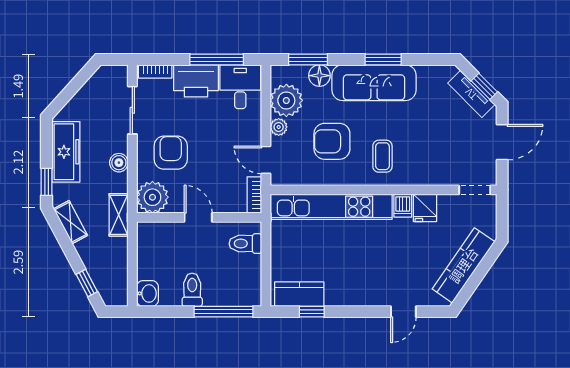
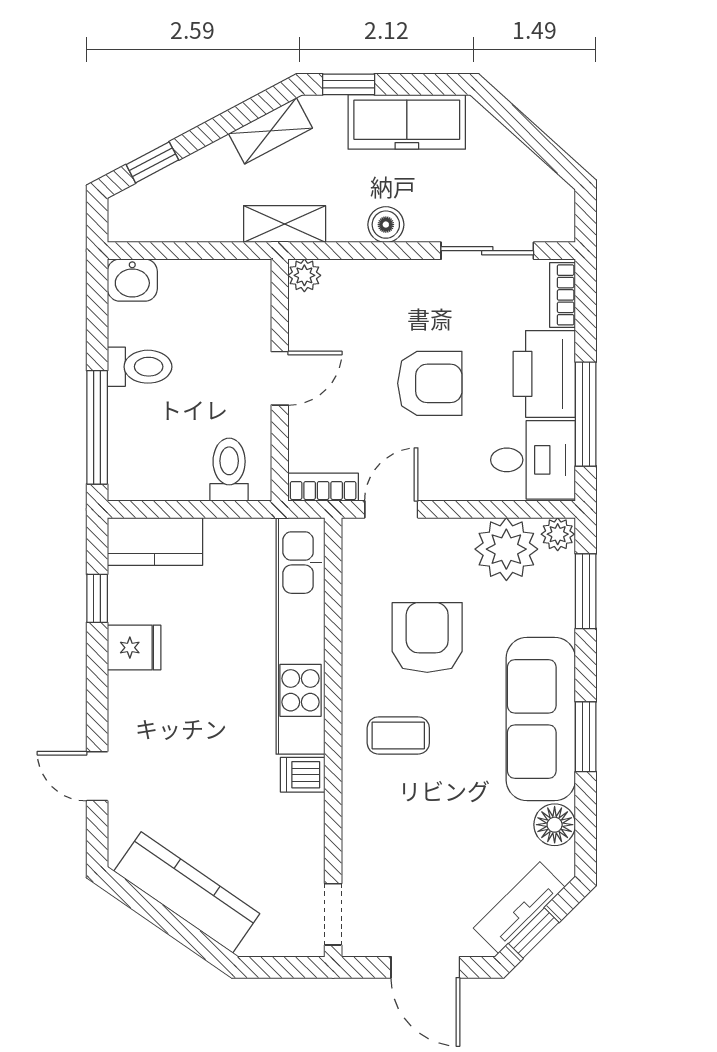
floor lamp: (319, 76) -> (555, 825), moved
plant: (279, 127) -> (558, 534), moved
armchair: (171, 153) -> (430, 383), moved
plant: (152, 197) -> (304, 275), width x0.53, depth x0.53
fridge: (425, 208) -> (134, 648), moved, turned 180
kitchen counter: (299, 294) -> (155, 541), moved, turned 90

